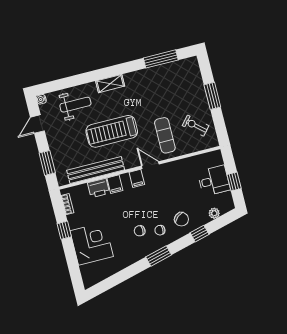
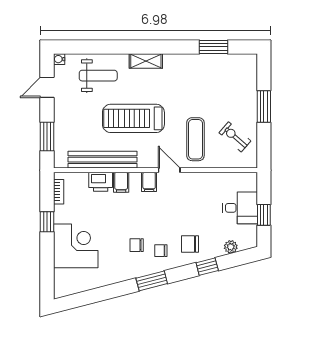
window: (161, 59) -> (214, 47), width x0.69
chair: (181, 219) -> (190, 244), turned 130

